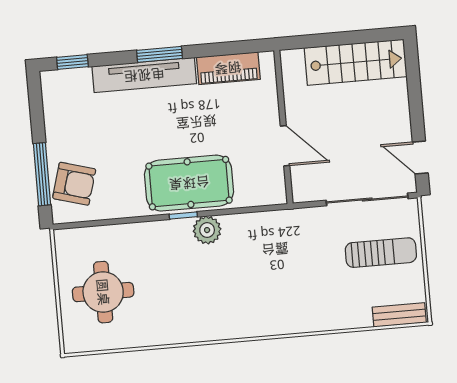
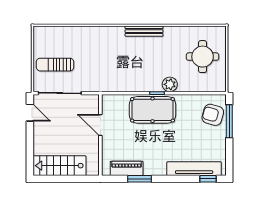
window: (159, 54) -> (139, 179), moved
tv unit: (144, 75) -> (194, 169), moved
plant: (207, 230) -> (170, 84), moved
bench: (399, 315) -> (144, 31), moved, width x1.36

